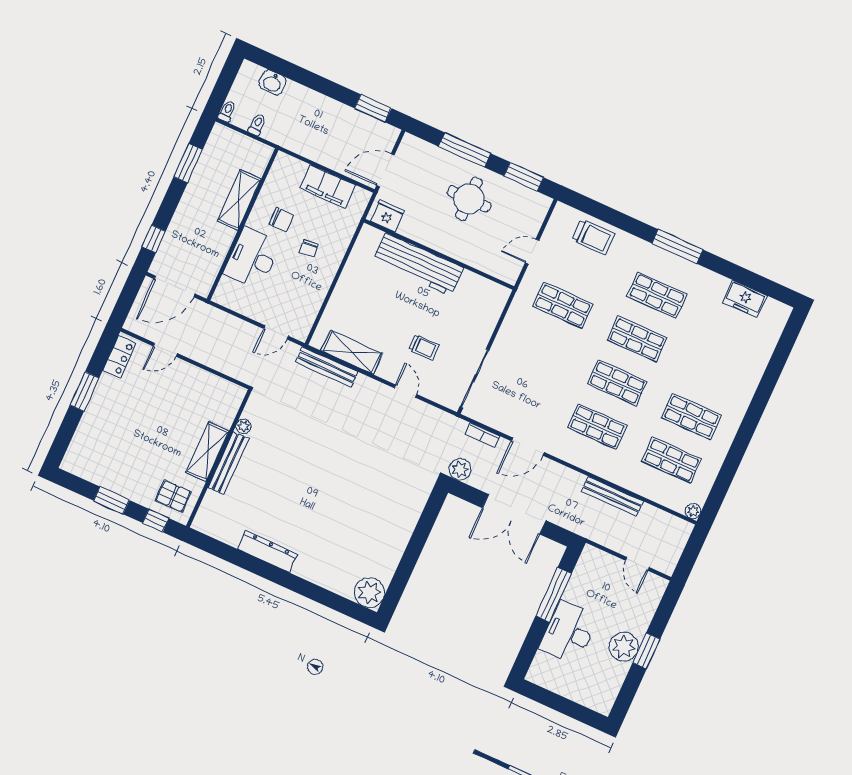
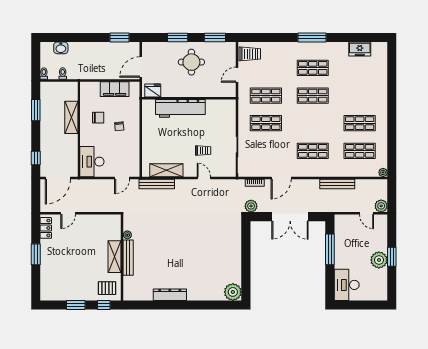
window: (465, 150) -> (178, 37), width x0.69
trolley: (593, 237) -> (250, 54), moved
desk: (252, 258) -> (92, 162), moved
shop shelf: (617, 383) -> (266, 123), moved
plant: (666, 563) -> (381, 206), added
desk: (569, 632) -> (347, 285), moved

